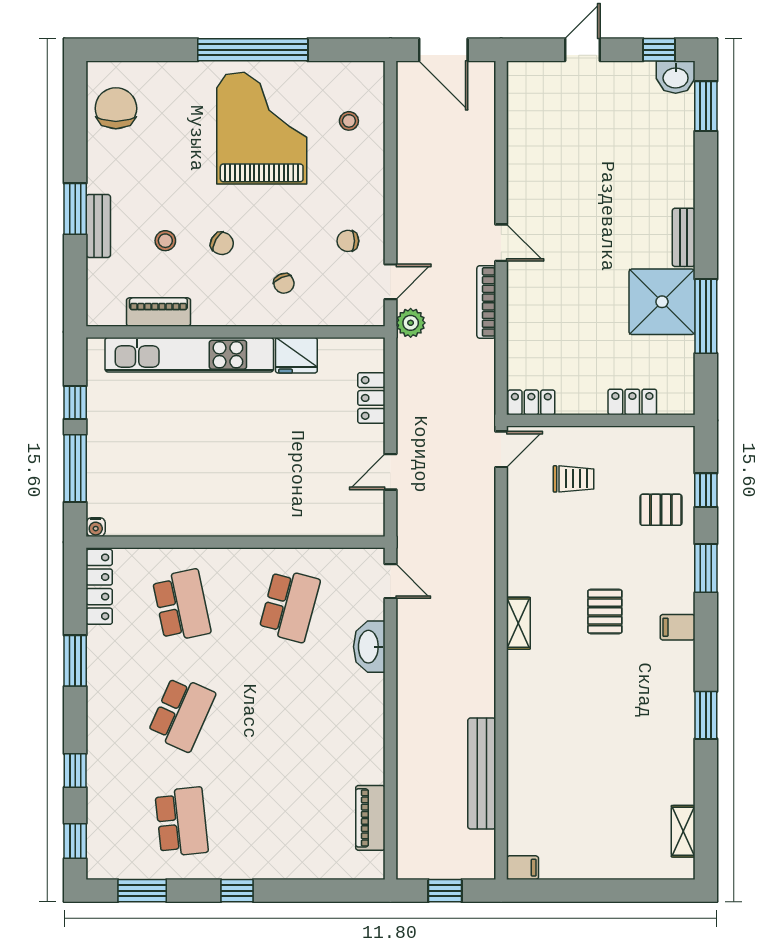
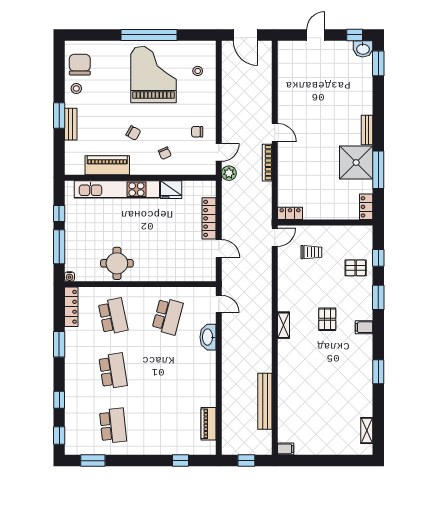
stool: (165, 241) -> (76, 88), moved
piano: (158, 312) -> (107, 165), width x1.37, depth x1.33
locker: (371, 398) -> (209, 218), width x1.53
locker: (632, 402) -> (366, 207), moved, turned -90
door: (390, 472) -> (219, 249), swing flipped
round table: (189, 501) -> (117, 263), added
school desk: (182, 714) -> (113, 371), turned -33
window: (237, 891) -> (181, 461), moved

